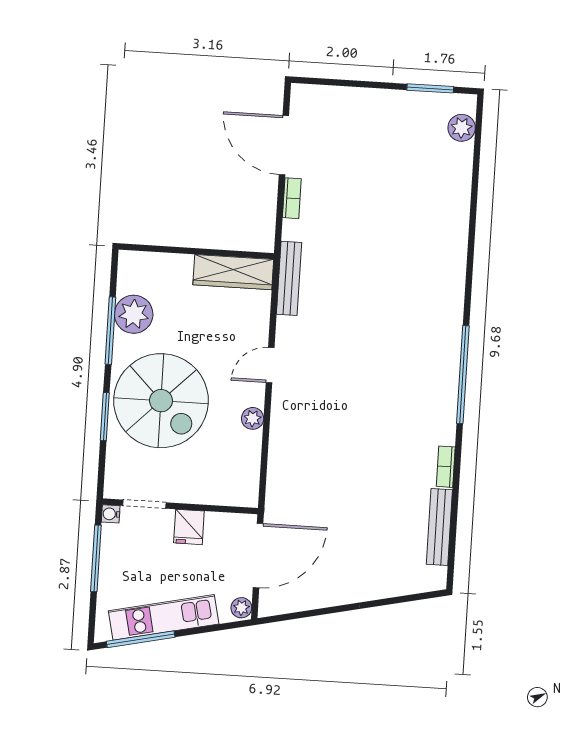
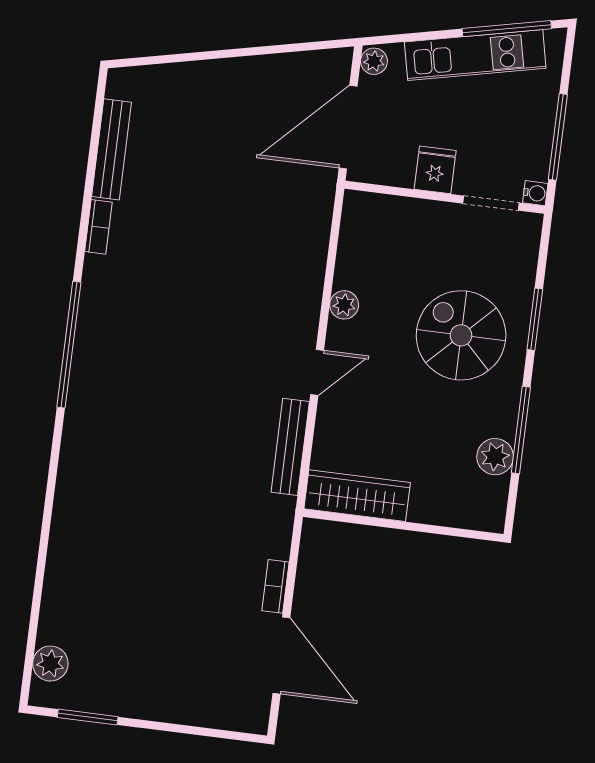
bench: (289, 278) -> (290, 447), moved
plant: (134, 314) -> (495, 457), width x0.73, depth x0.73
spiral stairs: (161, 401) -> (461, 335), width x0.73, depth x0.73

